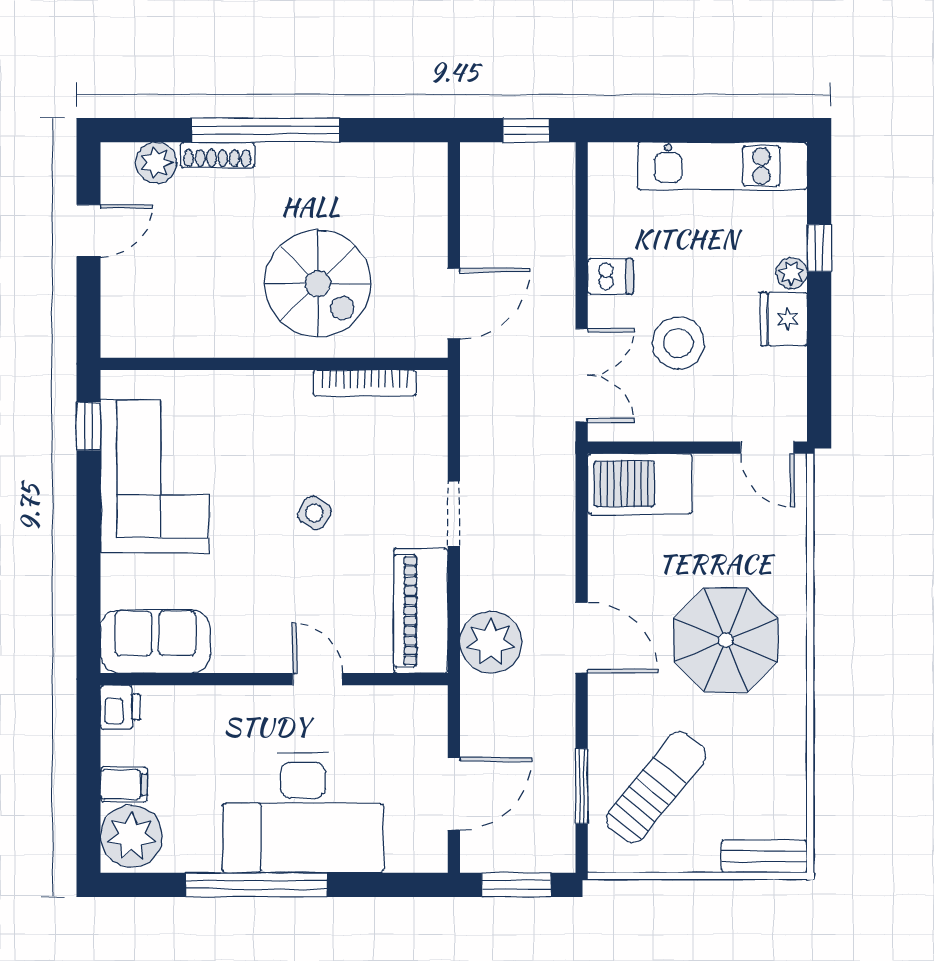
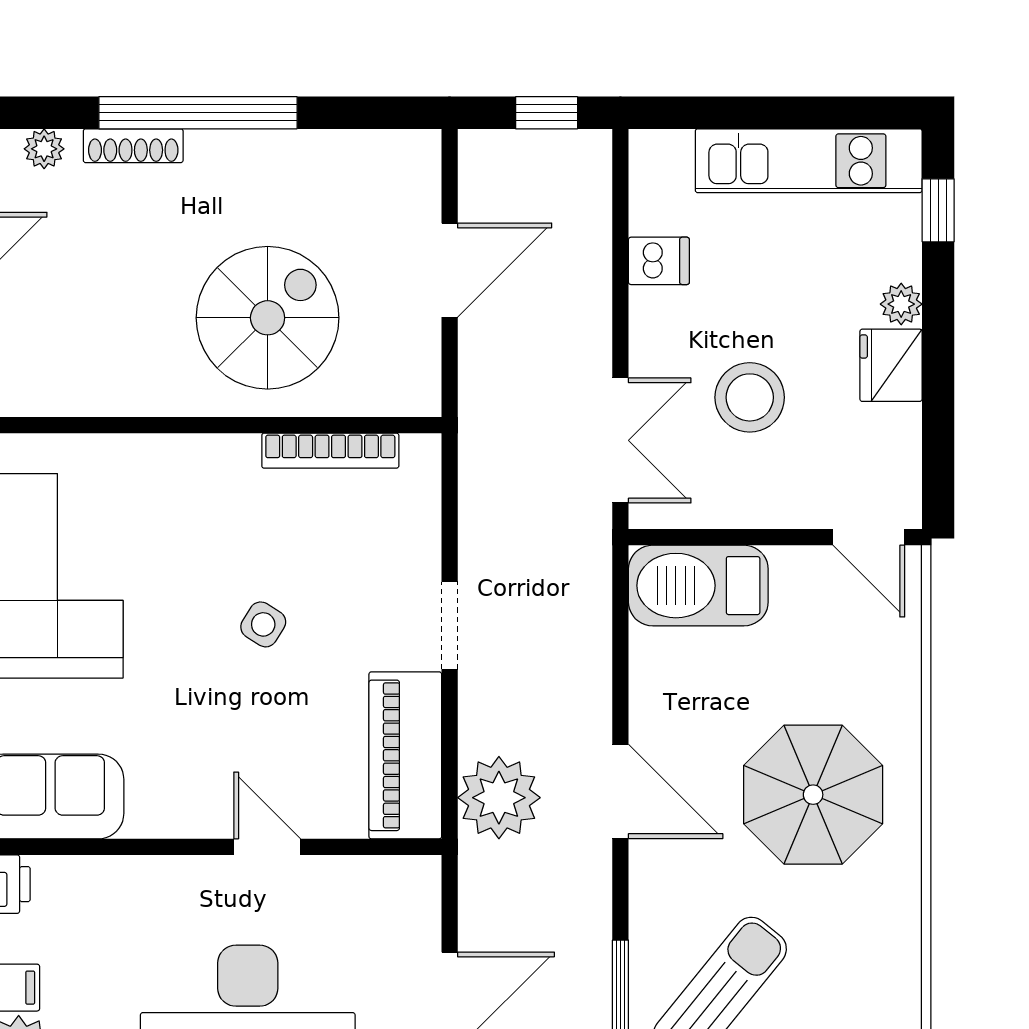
plant: (156, 163) -> (44, 149), width x0.73, depth x0.73
window: (819, 248) -> (938, 210), moved
dishwasher: (610, 276) -> (659, 261), moved
spiral stairs: (318, 284) -> (268, 318), turned -90
door: (454, 304) -> (450, 270), moved

